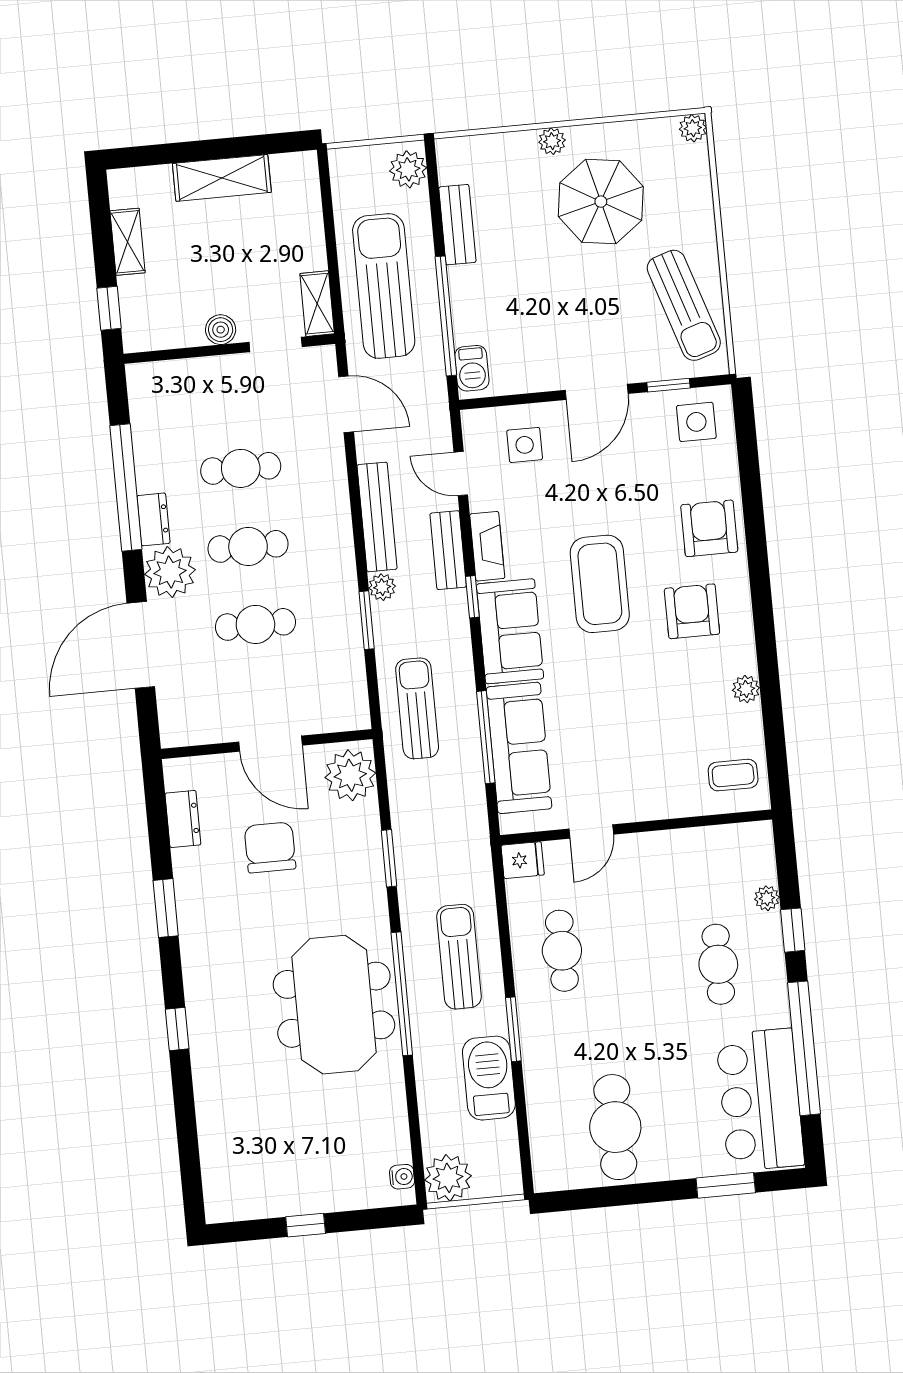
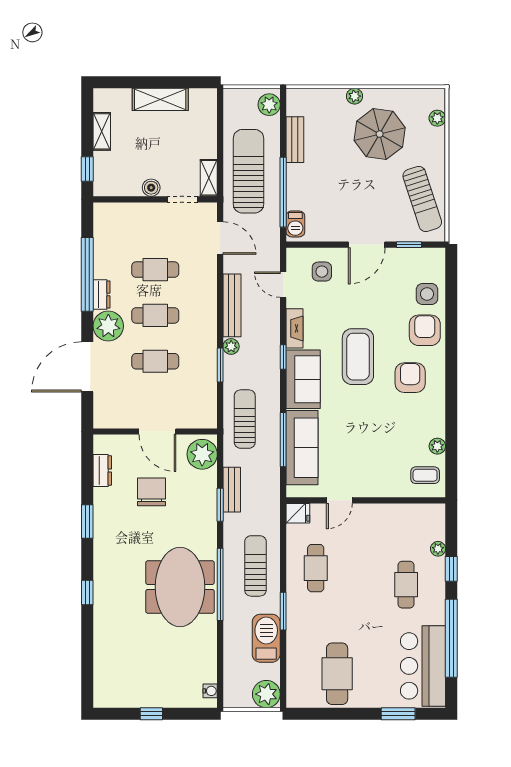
plant: (693, 128) -> (437, 118), moved
side table: (696, 422) -> (427, 294), moved
bench: (448, 550) -> (232, 490), moved
plant: (746, 689) -> (437, 446), moved
plant: (448, 1178) -> (266, 694), moved

